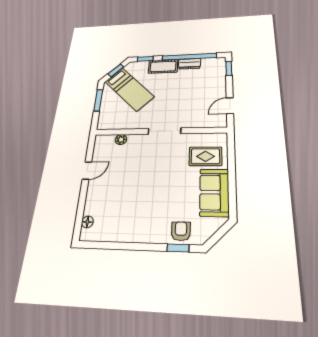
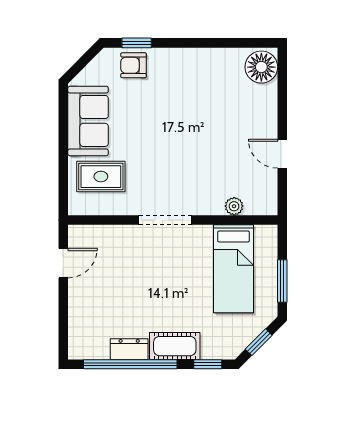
window: (229, 68) -> (63, 336), removed
bed: (129, 89) -> (234, 269), moved, turned -135
door: (87, 170) -> (282, 154), hinge flipped
floor lamp: (87, 222) -> (261, 67), width x1.89, depth x1.89
armchair: (181, 231) -> (134, 65), turned 90

